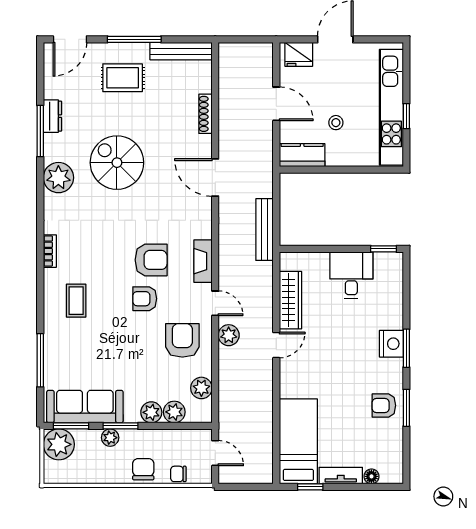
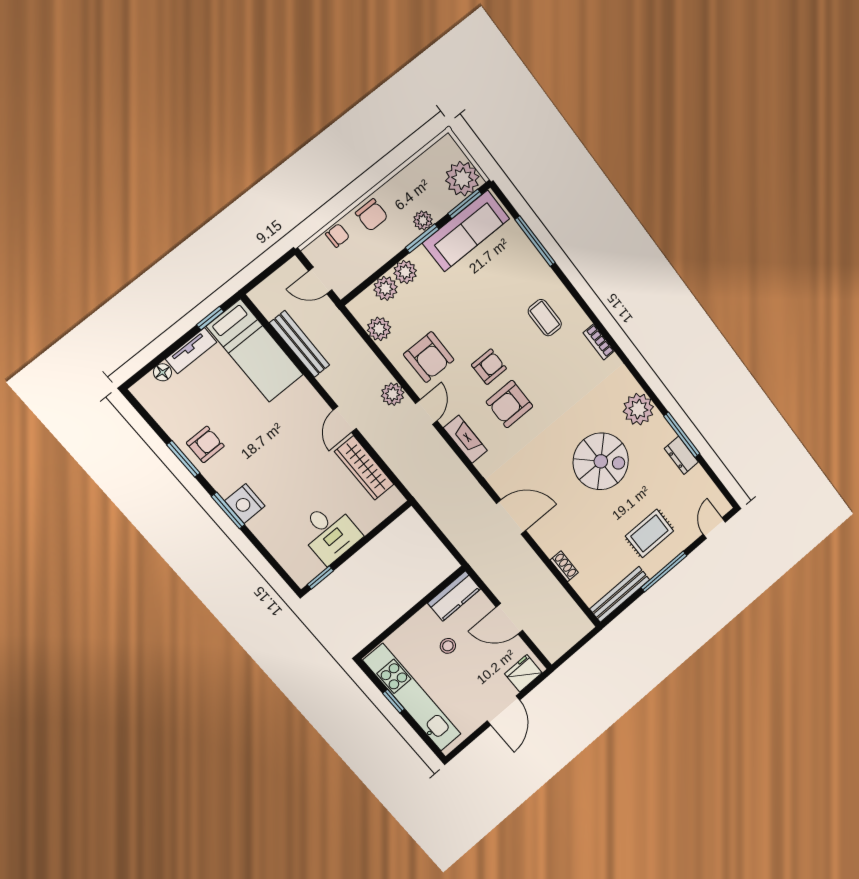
door: (70, 39) -> (714, 528), width x0.73
shoe rack: (205, 114) -> (564, 566), width x0.70
bench: (265, 230) -> (300, 344), moved
door: (215, 303) -> (426, 412), swing flipped

